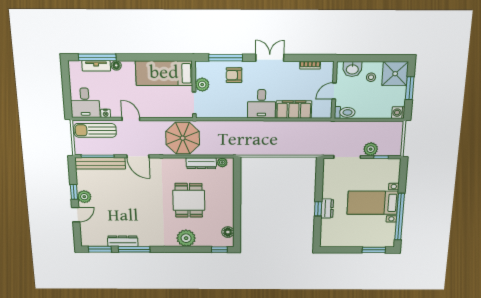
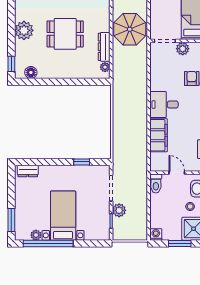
dresser: (327, 208) -> (28, 171), moved
window: (318, 209) -> (82, 162), moved
plant: (390, 228) -> (36, 235), added

